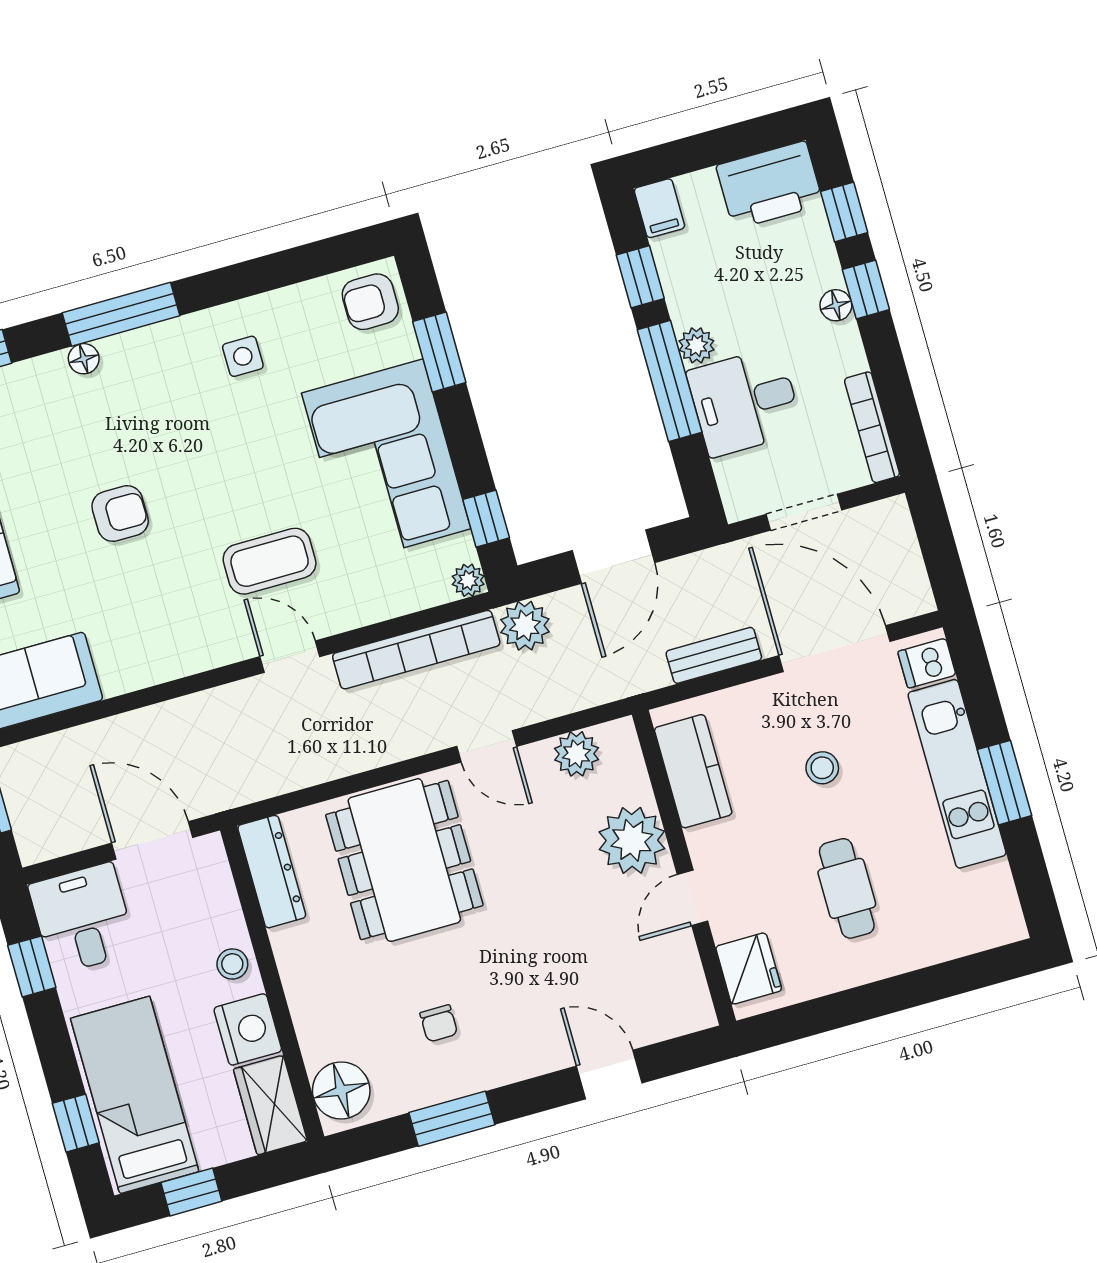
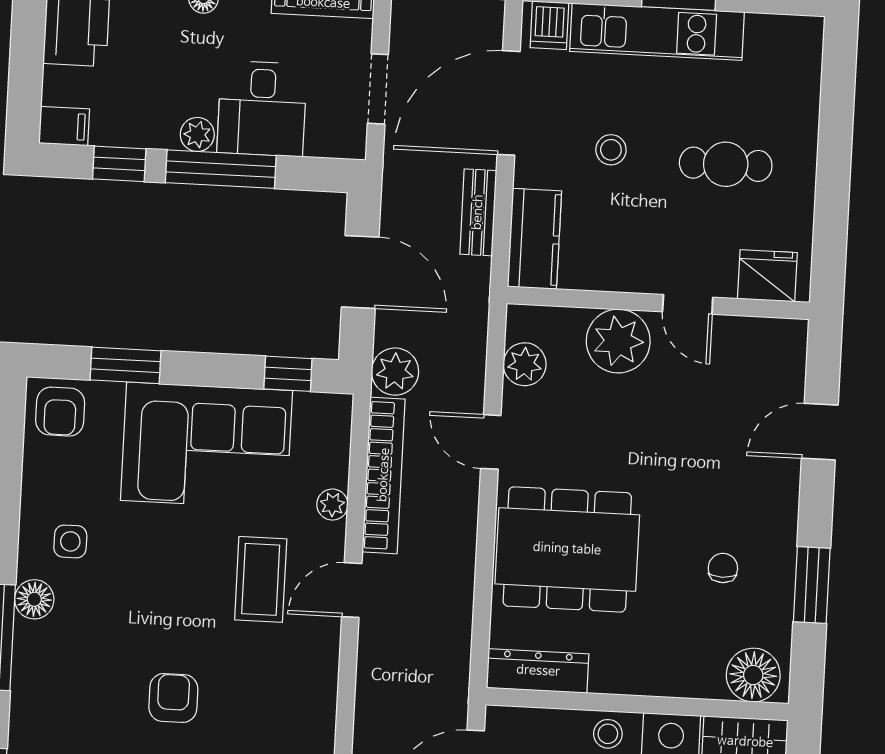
floor lamp: (84, 359) -> (34, 599), moved, width x1.37, depth x1.37
plant: (468, 580) -> (332, 505), moved
door: (487, 746) -> (491, 442), swing flipped
kitchen counter: (693, 771) -> (534, 239), moved, turned 90
chair: (439, 1023) -> (723, 568), turned -90

